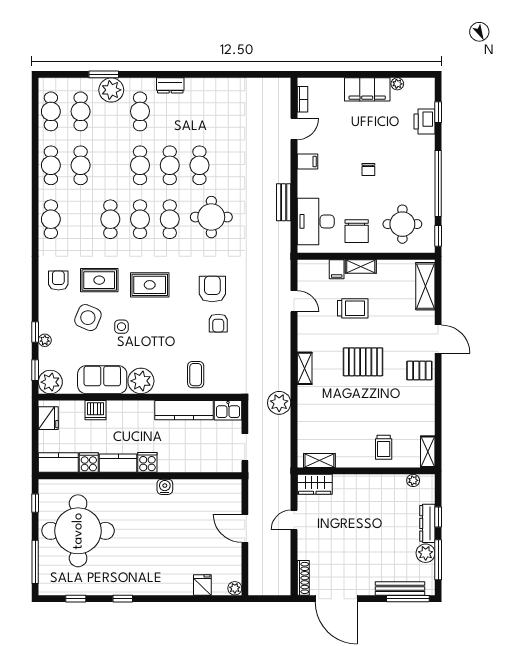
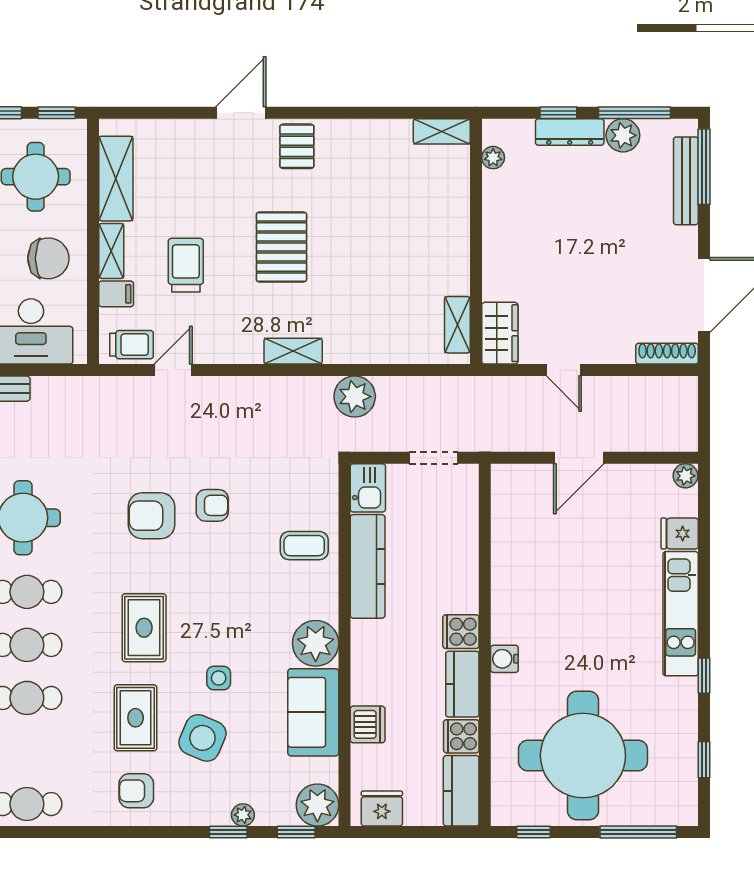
shelving: (425, 286) -> (116, 179), moved, turned 90
trolley: (384, 447) -> (132, 345), moved
water cooler: (165, 487) -> (504, 659), moved
kitchen unit: (158, 586) -> (681, 614), added

